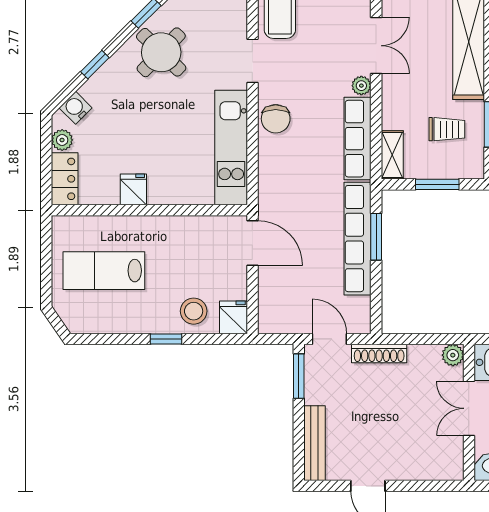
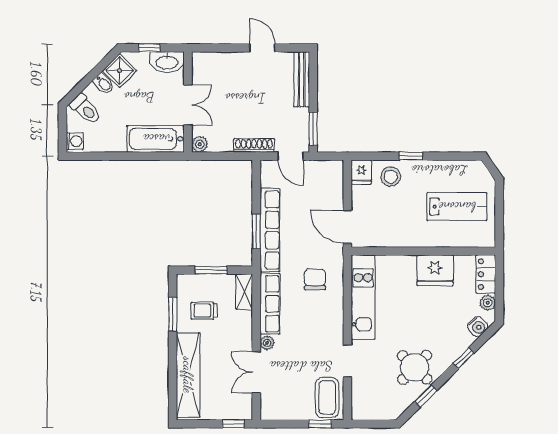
chair: (276, 119) -> (315, 279), moved
fridge: (133, 189) -> (435, 270), width x1.88, depth x1.34

